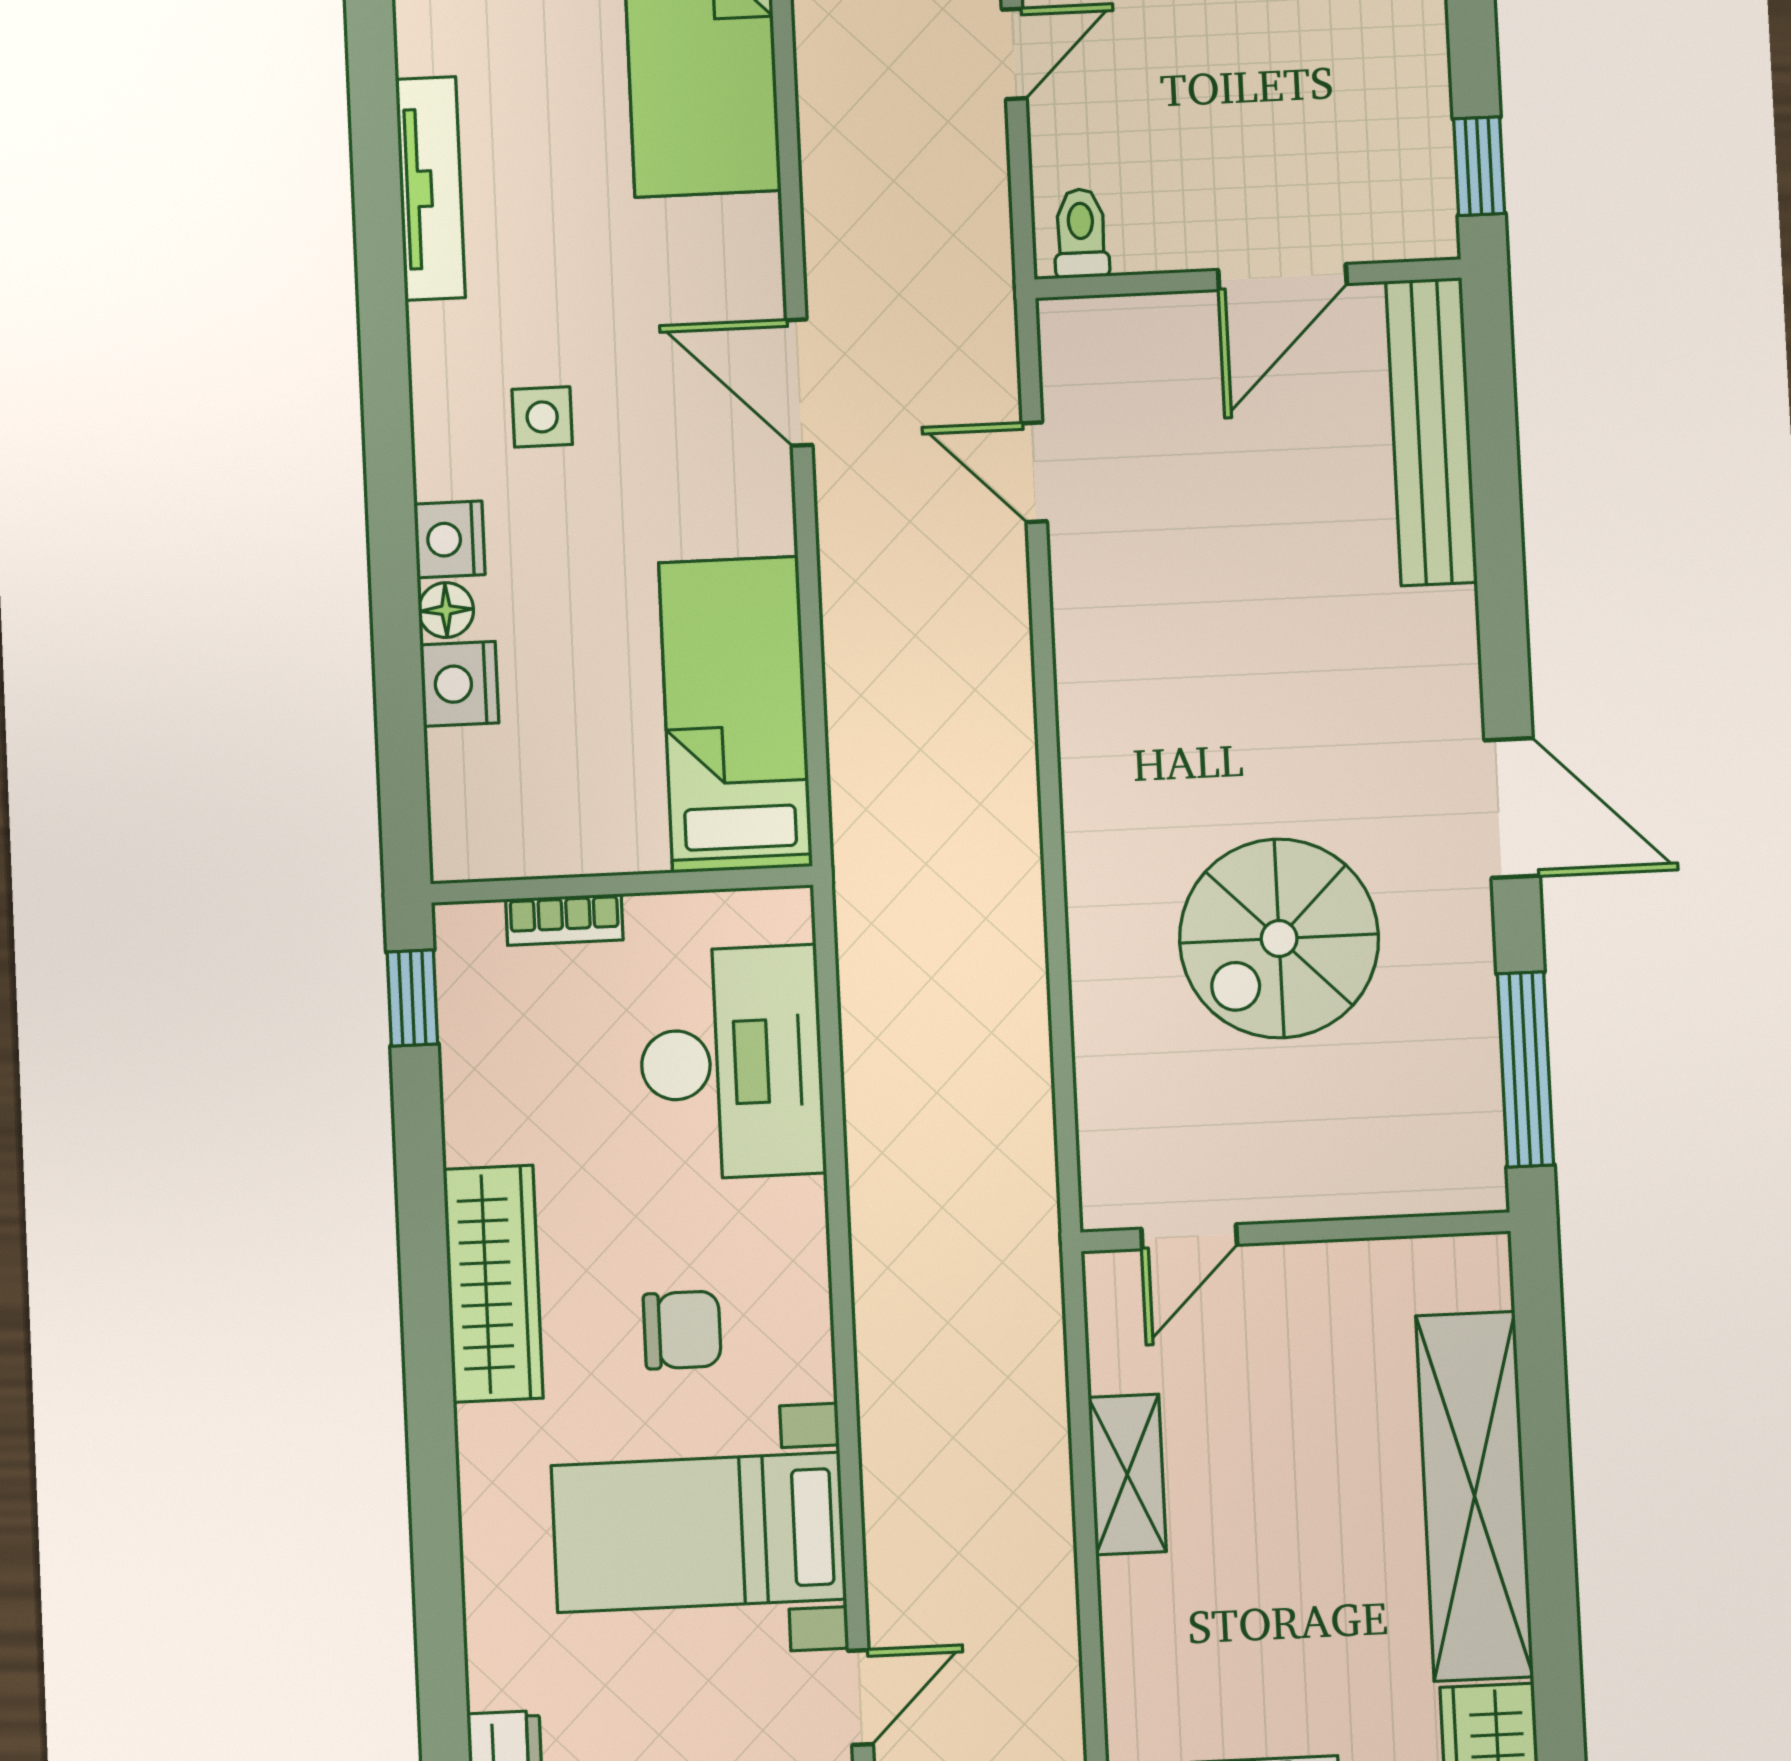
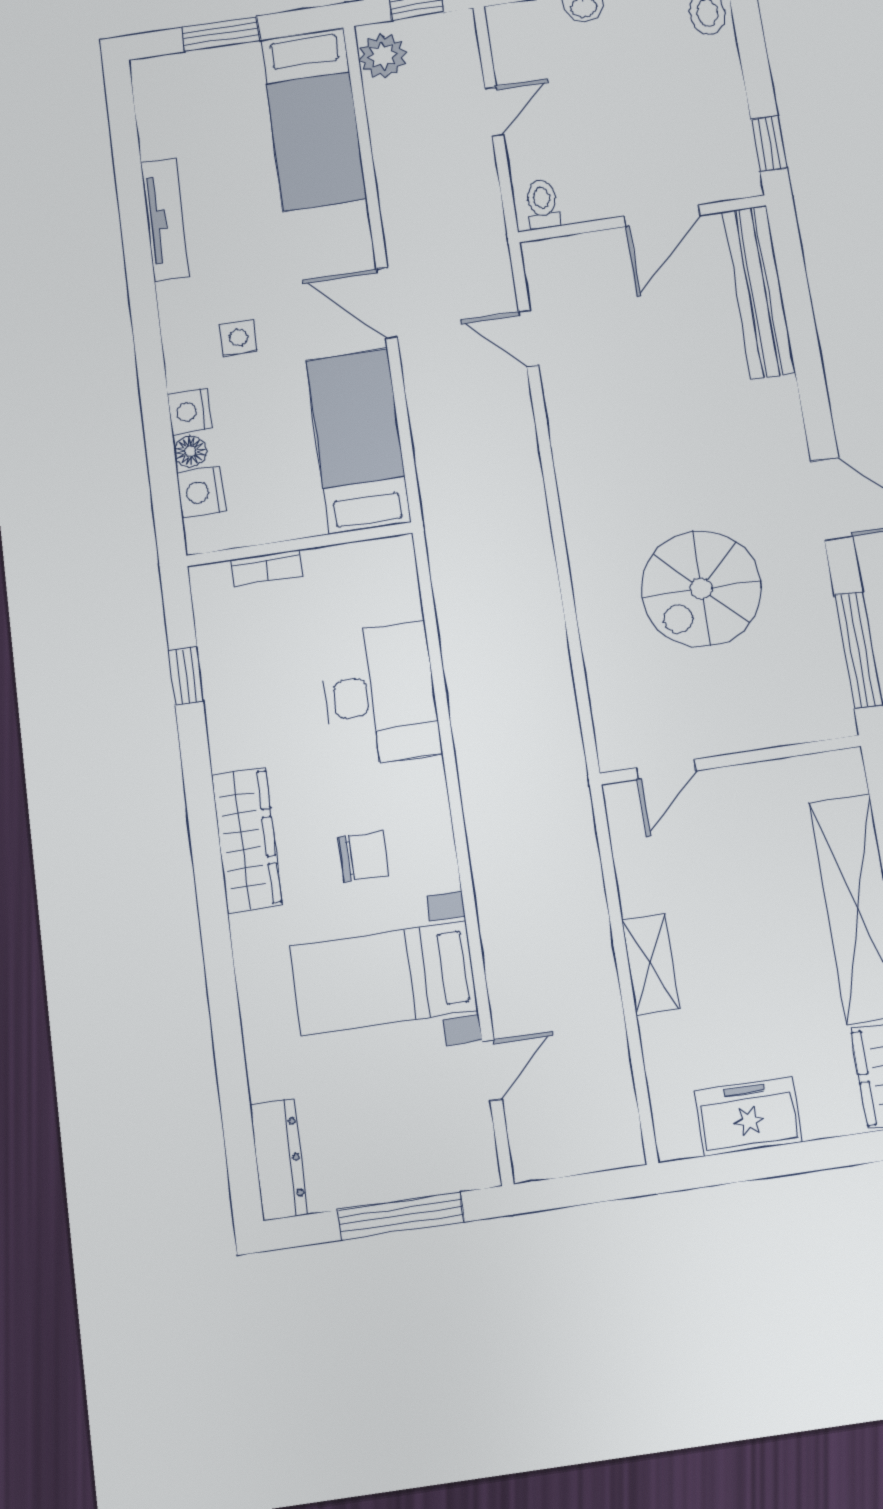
bed: (735, 714) -> (358, 441), moved
wall: (622, 884) -> (299, 544), moved
bookcase: (564, 920) -> (267, 568), moved
shelving: (1127, 1474) -> (650, 964), moved

